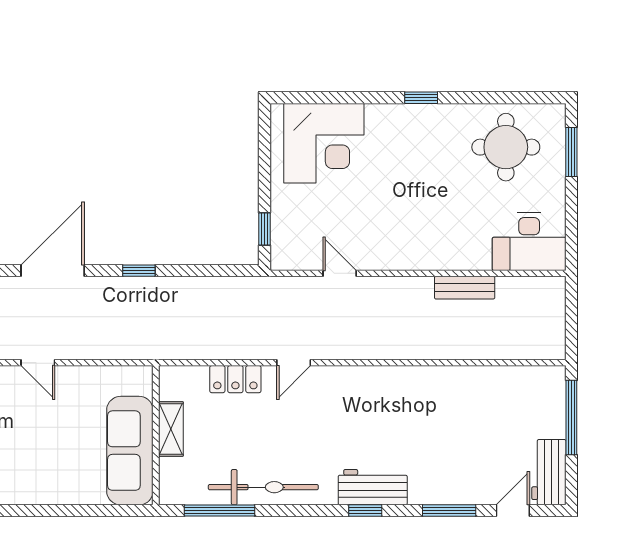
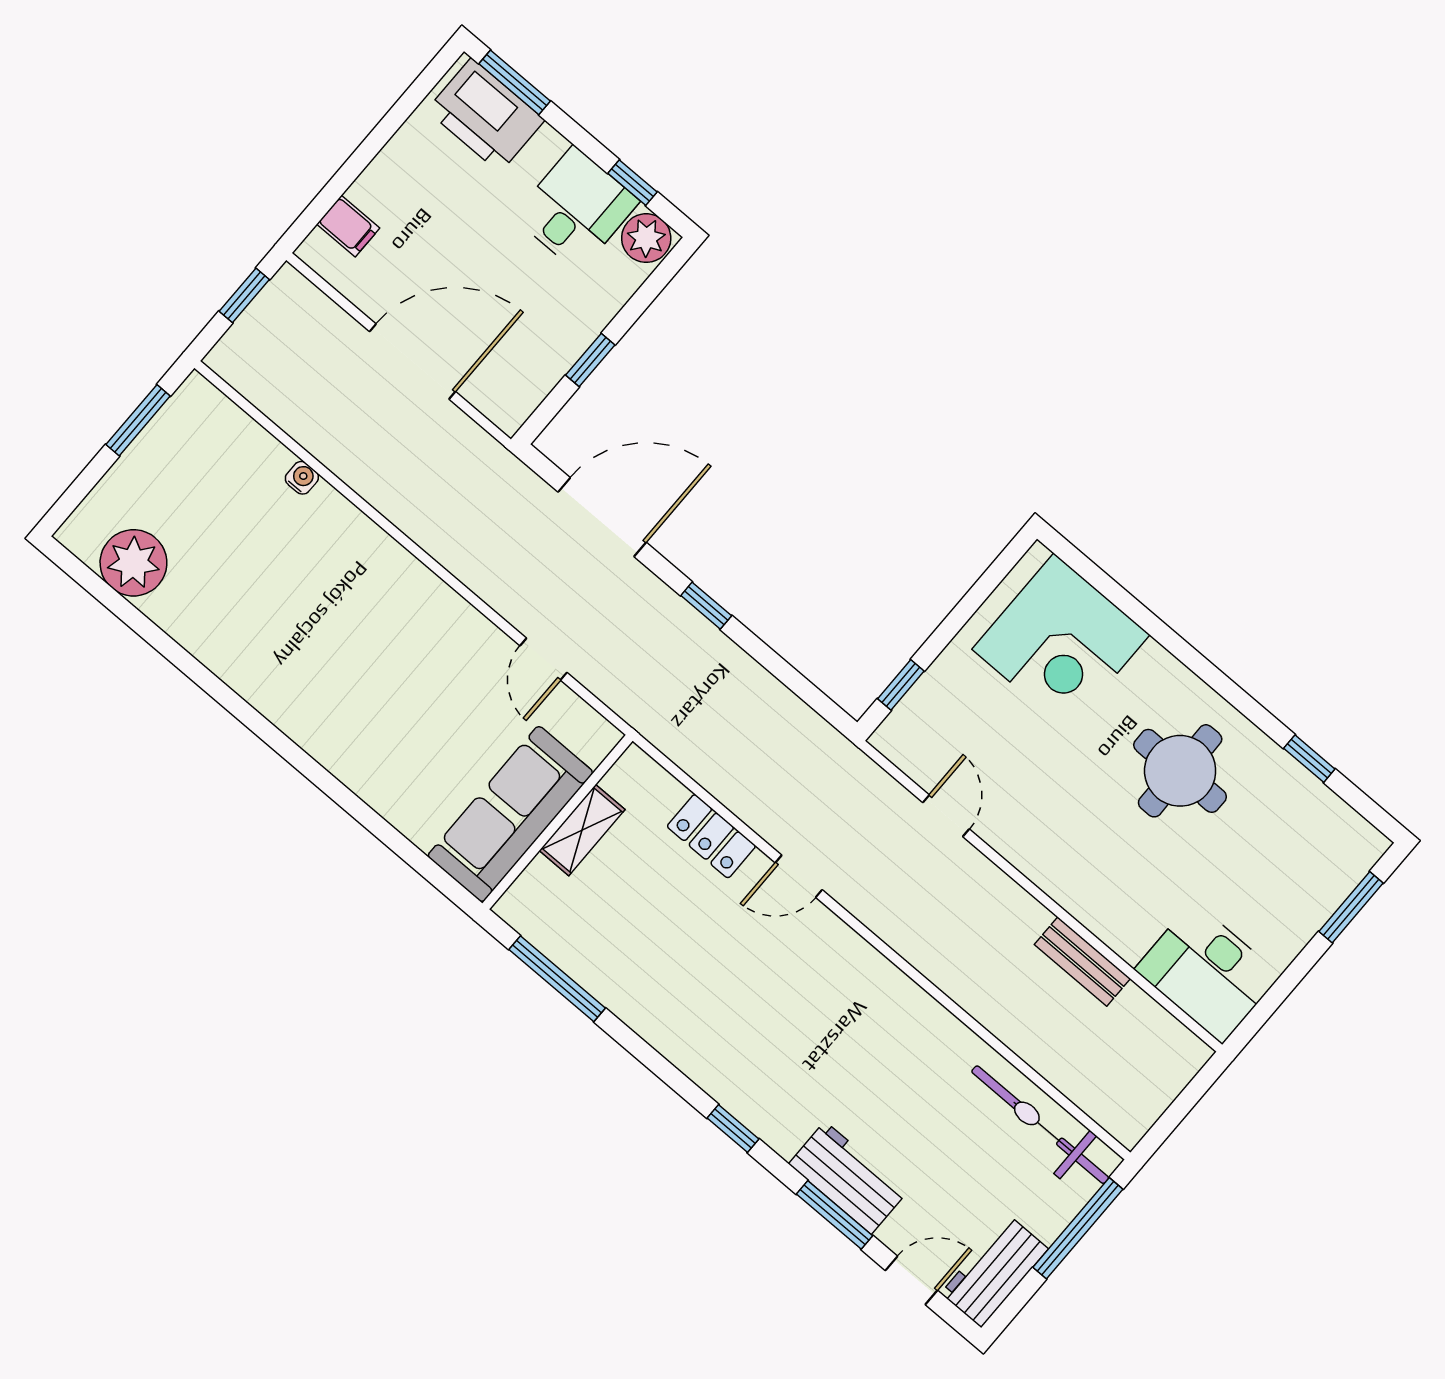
window: (421, 98) -> (1309, 759), moved
round table: (506, 147) -> (1180, 771), moved
door: (38, 363) -> (543, 659), moved
bicycle: (263, 487) -> (1040, 1125), moved, turned 180
workbench: (373, 487) -> (848, 1178), moved

